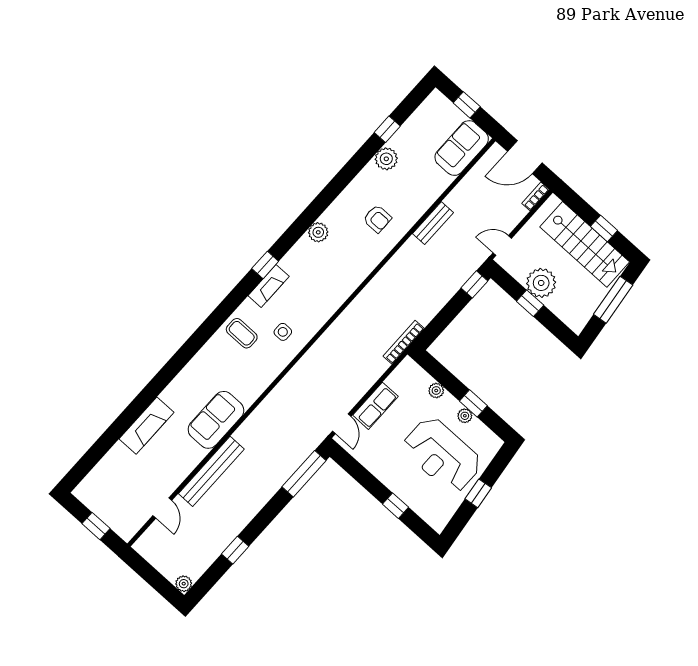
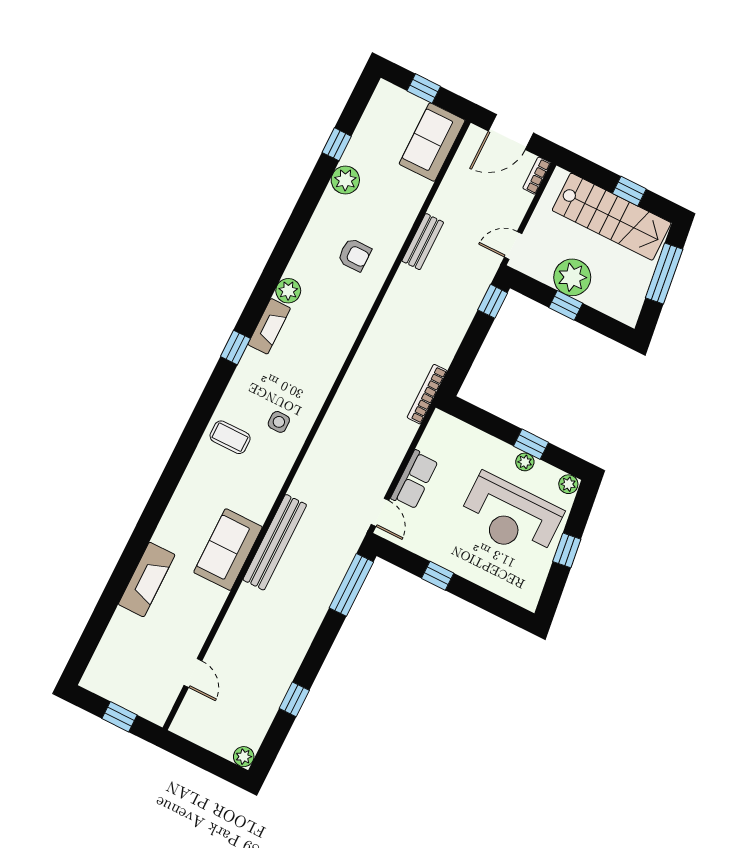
fireplace: (269, 286) -> (269, 326), moved
plant: (436, 391) -> (568, 484), moved
bench: (211, 471) -> (275, 542), moved
window: (396, 506) -> (438, 576), moved

